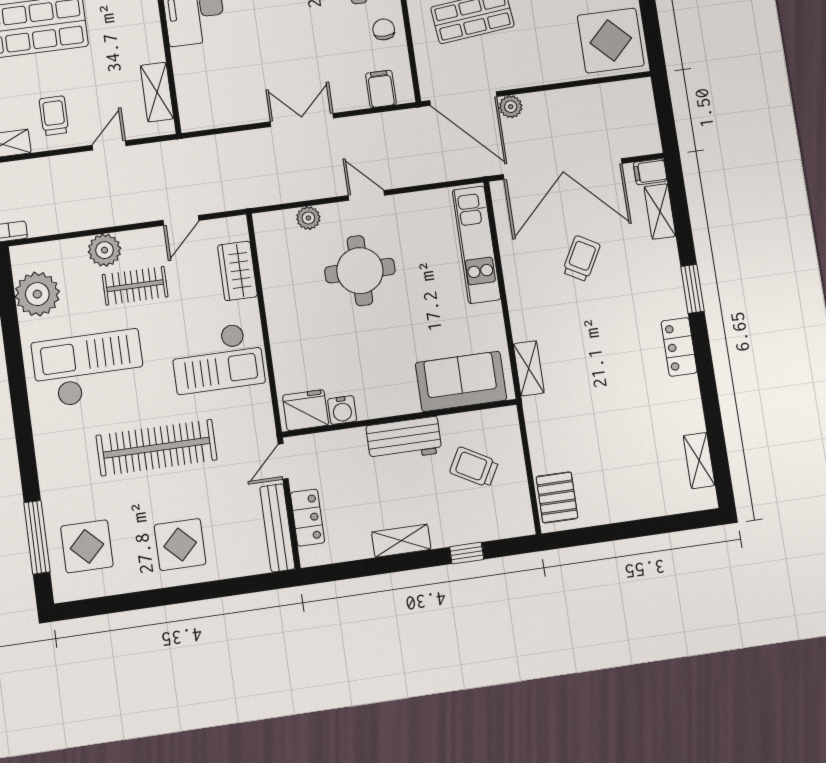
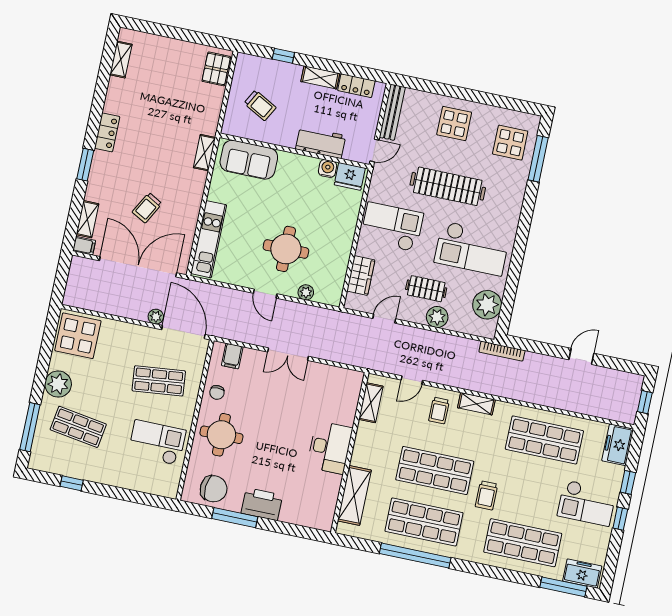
workbench: (404, 439) -> (321, 142), moved
locker: (308, 518) -> (356, 86), moved, turned -90

